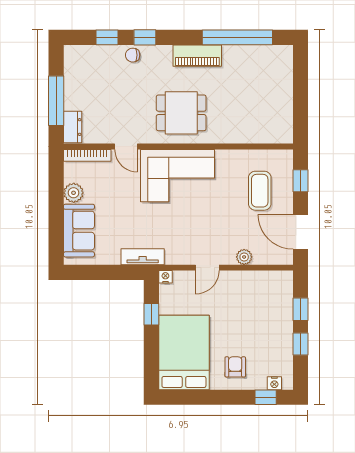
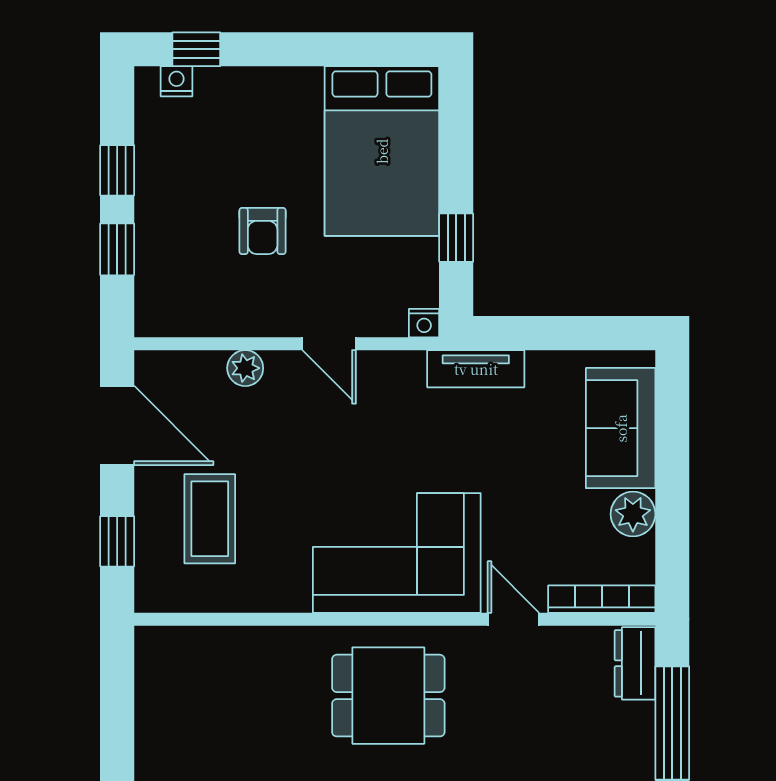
door: (207, 268) -> (329, 344), swing flipped
armchair: (235, 367) -> (263, 231), moved

